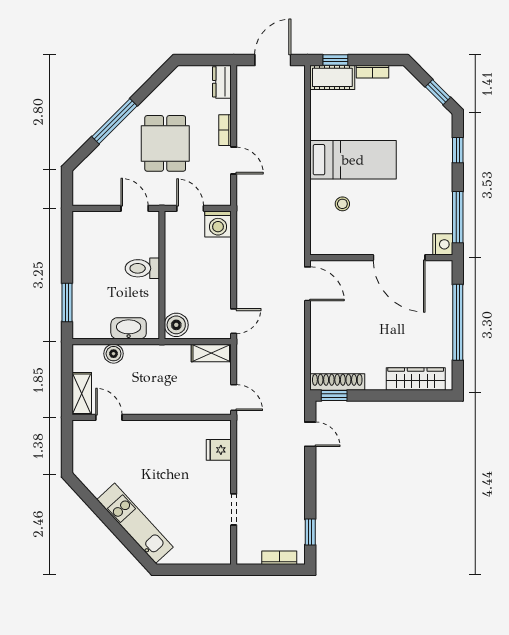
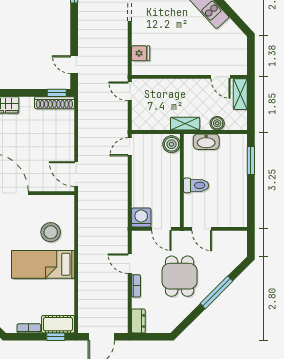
stool: (342, 204) -> (51, 232), width x1.89, depth x1.89
shelving: (211, 353) -> (185, 124), moved

